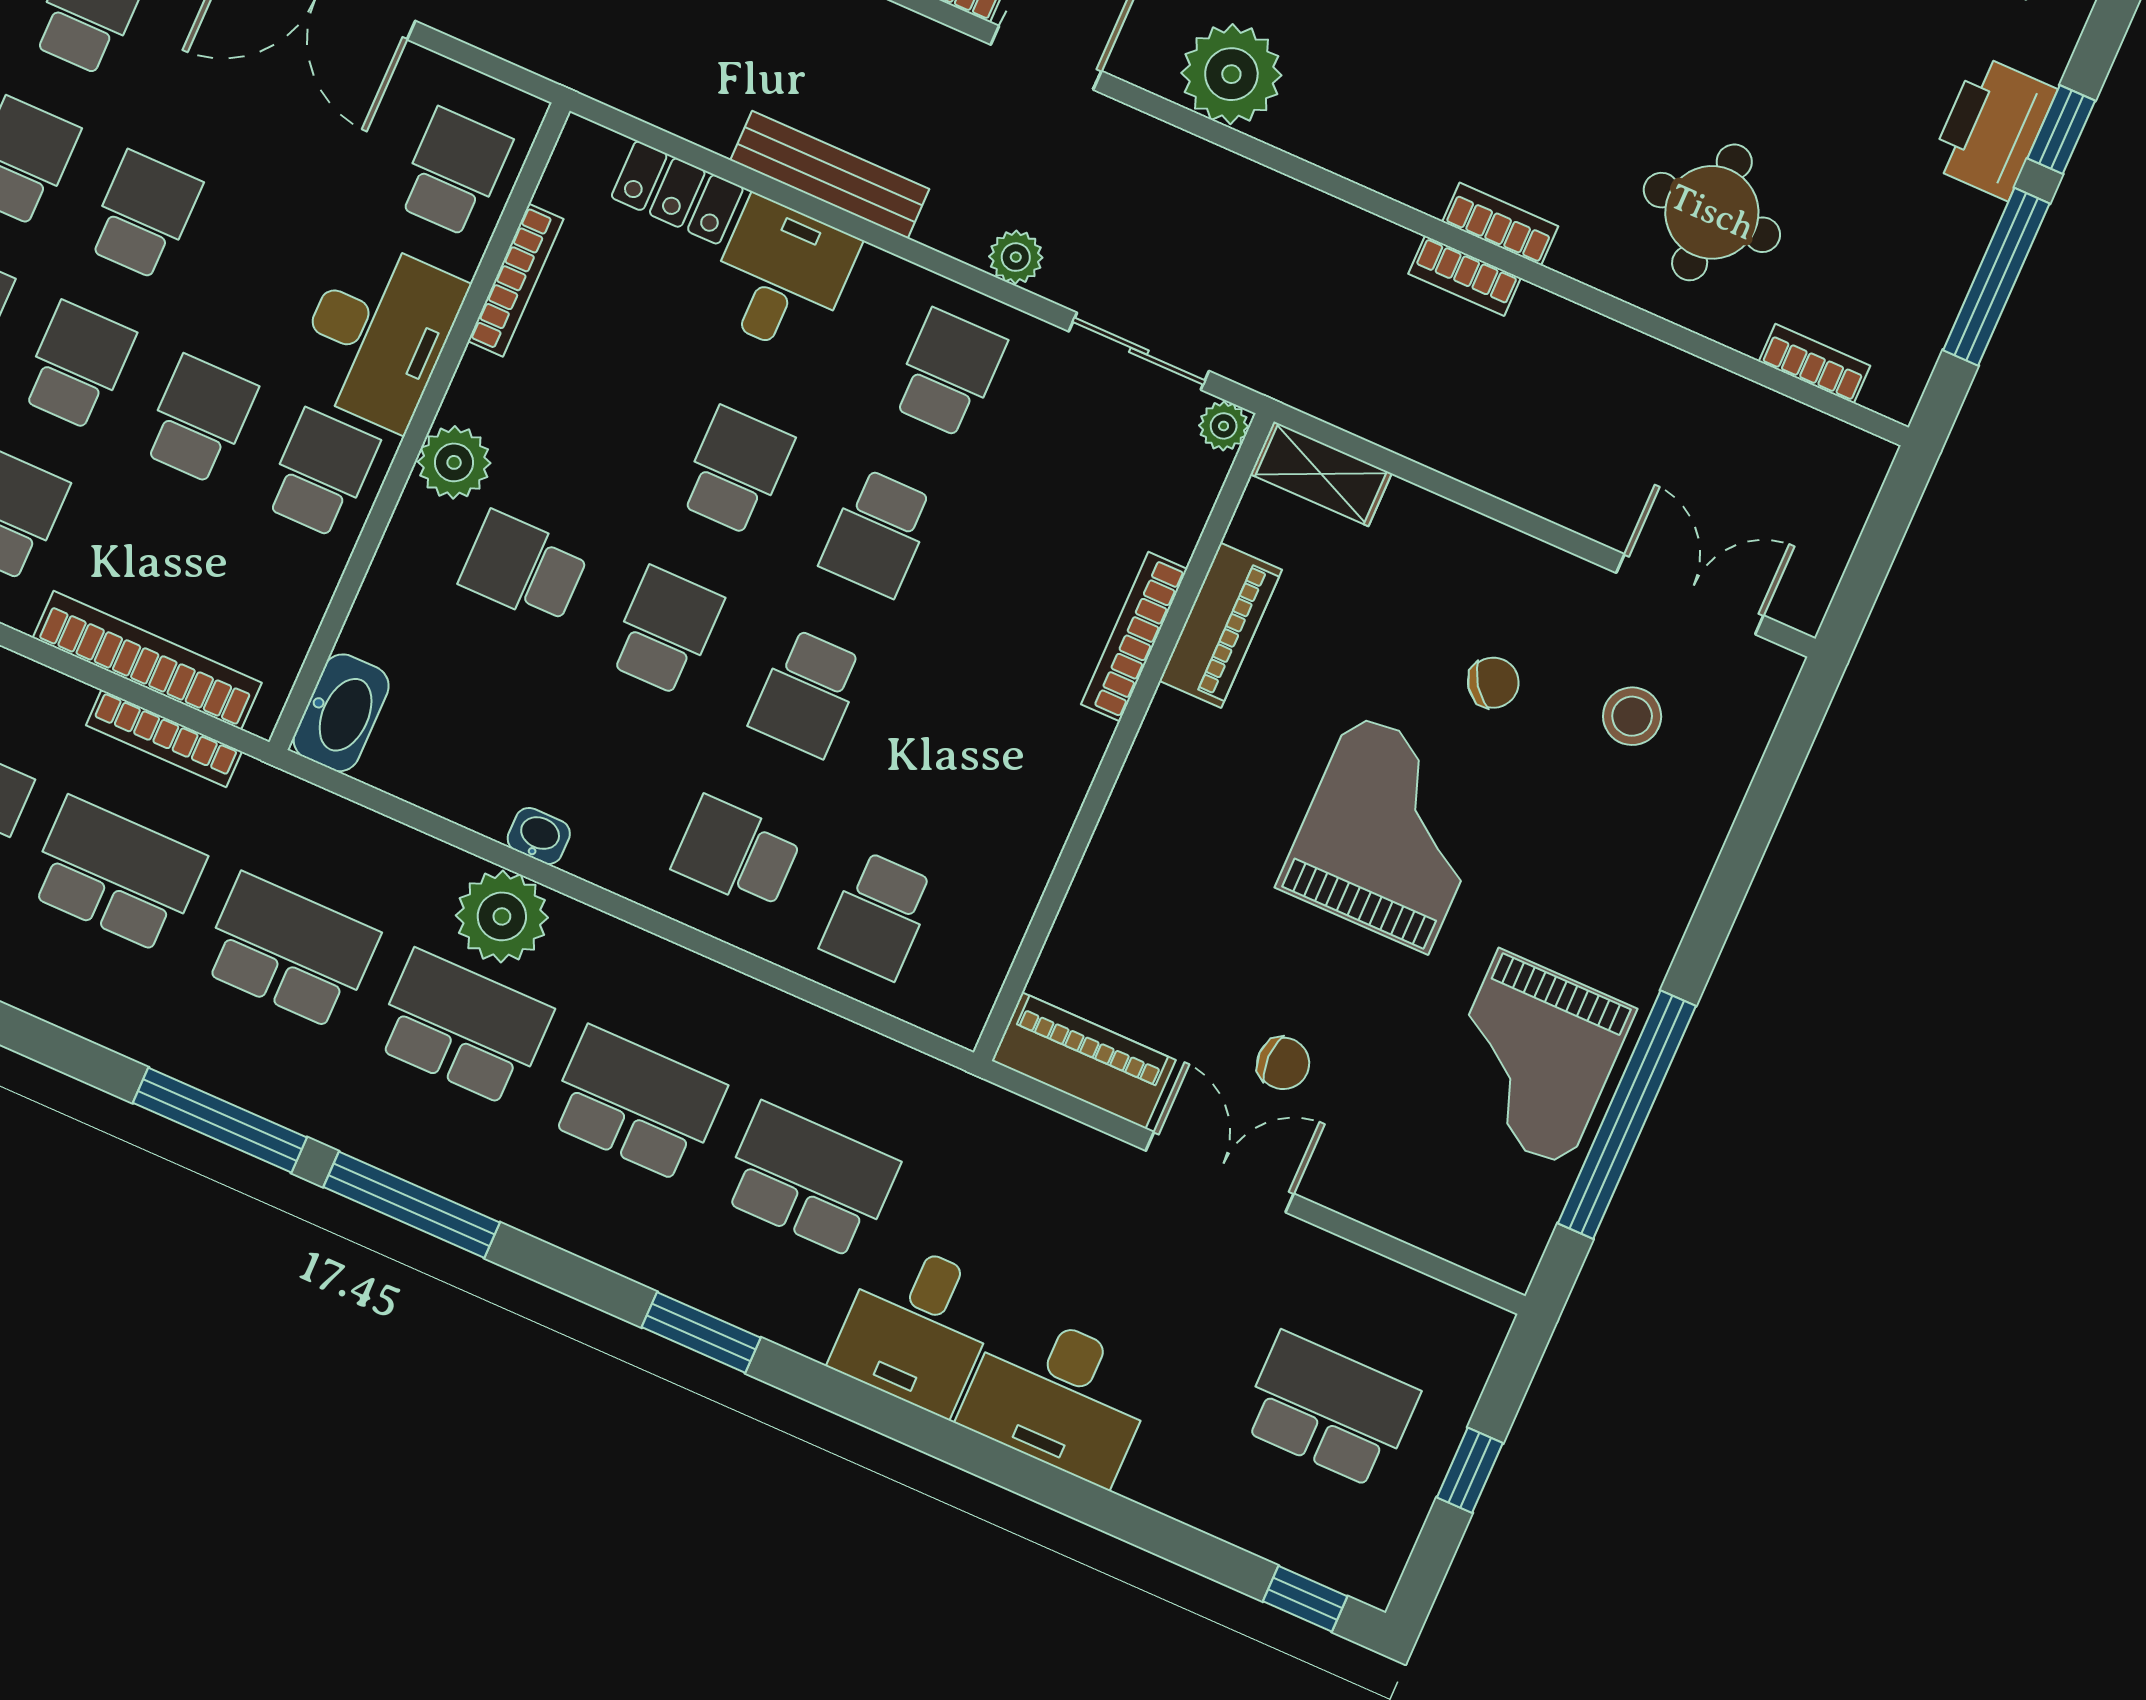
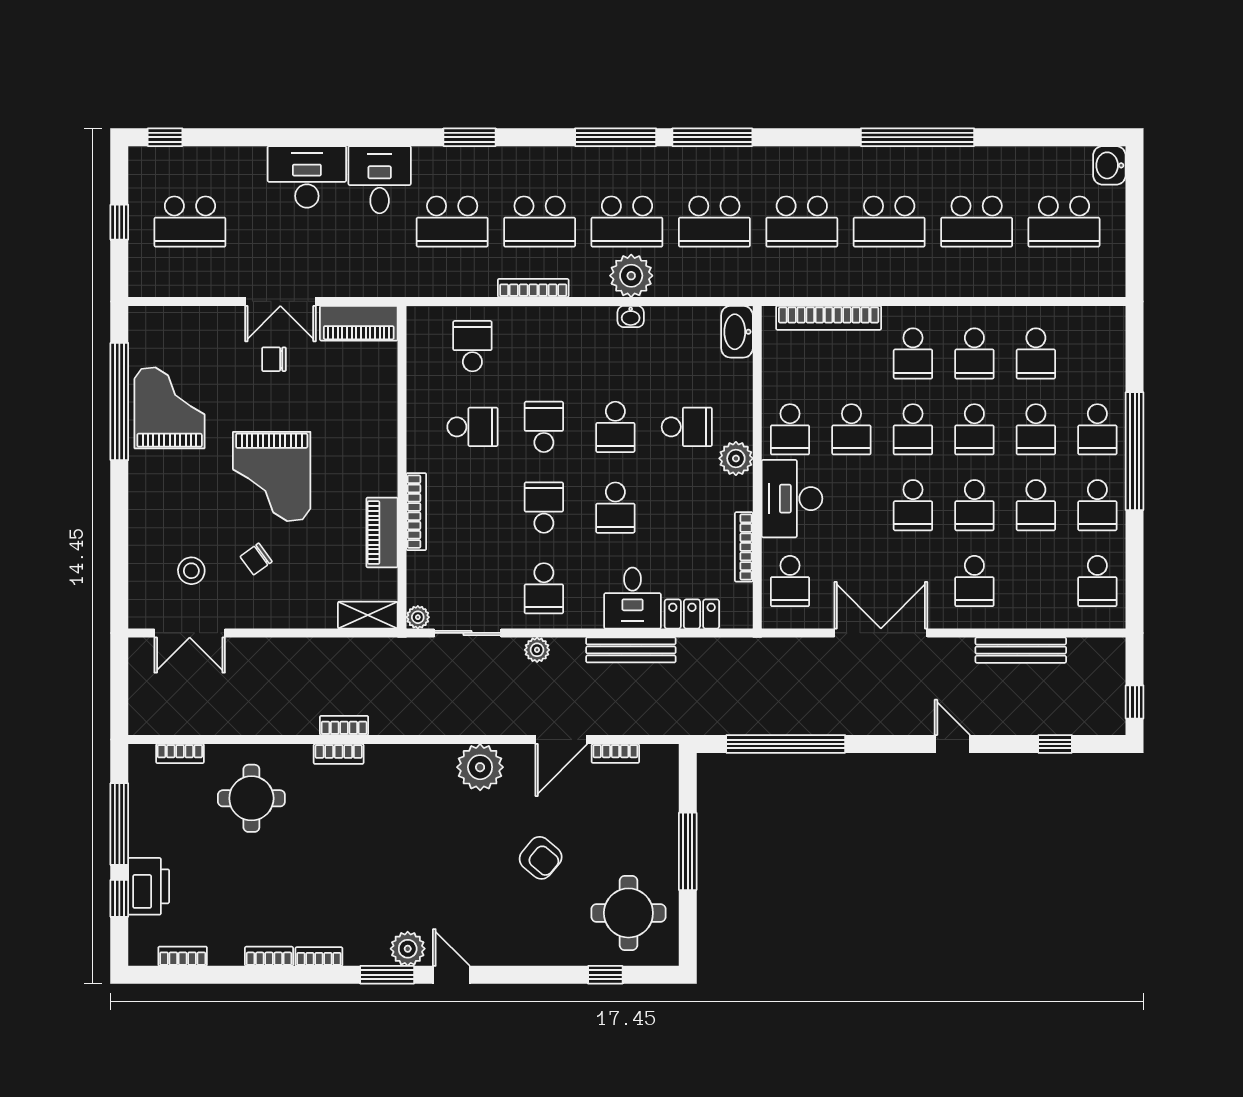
bookcase: (164, 738) -> (533, 288), moved
school desk: (737, 853) -> (472, 427), moved

